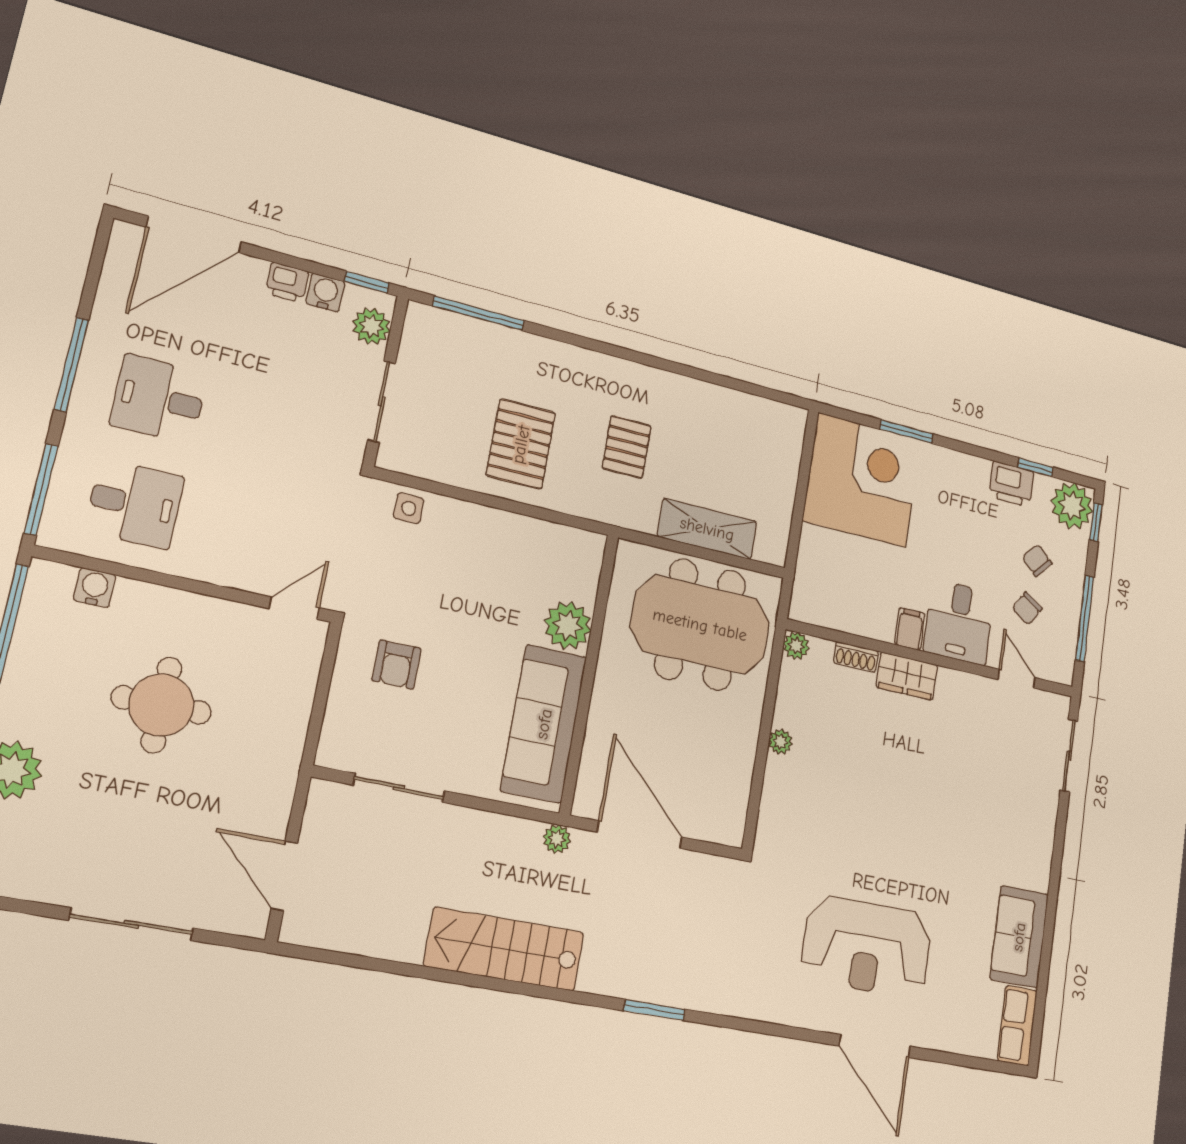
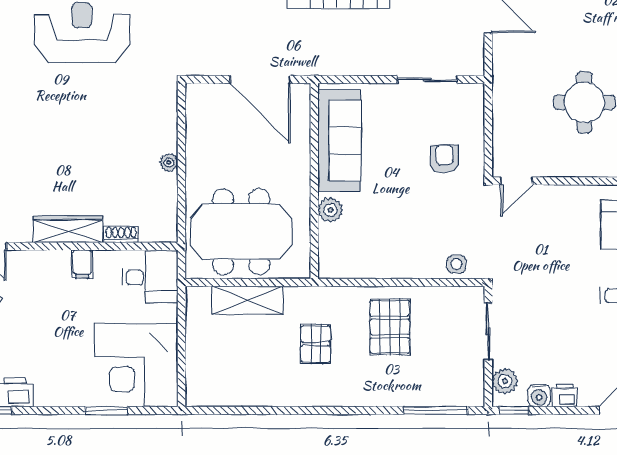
desk: (959, 622) -> (150, 277), moved, turned 90
plant: (568, 626) -> (330, 210), width x0.73, depth x0.73
plant: (796, 646) -> (168, 233), removed
wardrobe: (907, 676) -> (68, 229), width x1.50
plant: (557, 839) -> (317, 66), removed

